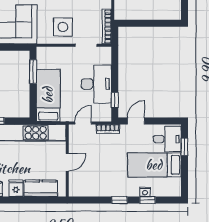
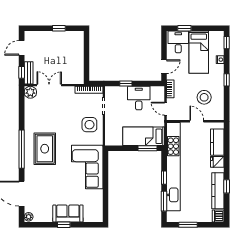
window: (33, 72) -> (147, 148), moved
desk: (96, 84) -> (139, 98), width x0.73
window: (115, 100) -> (126, 84), moved
door: (136, 121) -> (164, 67), swing flipped
stool: (97, 172) -> (204, 97), added
window: (147, 200) -> (227, 43), moved

